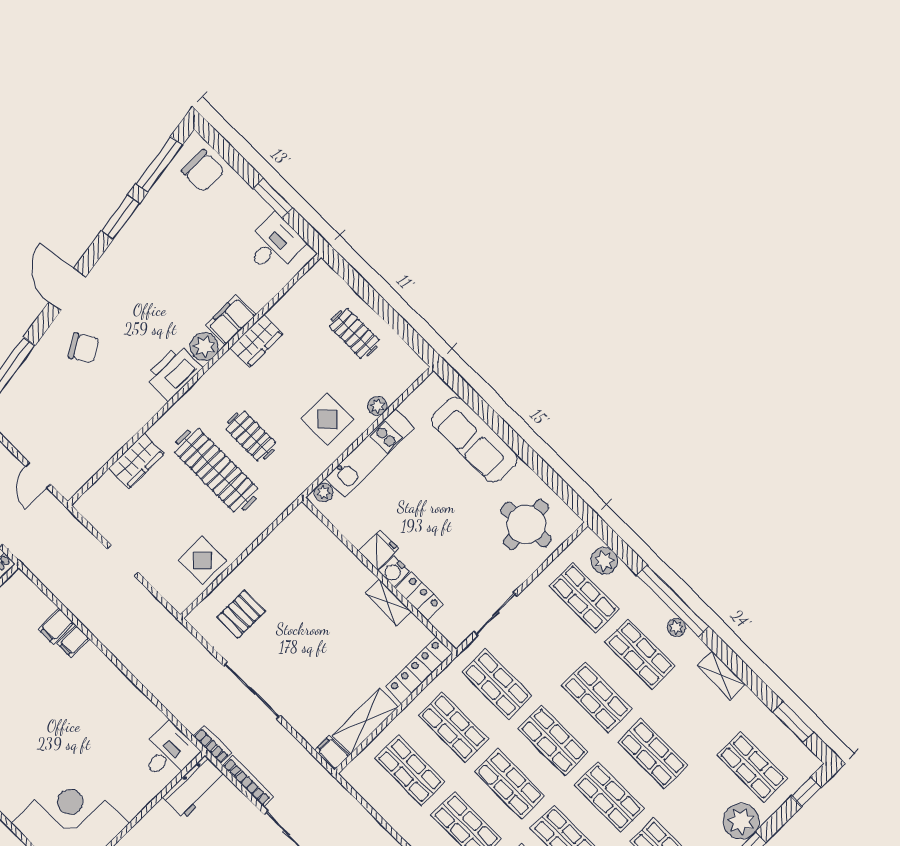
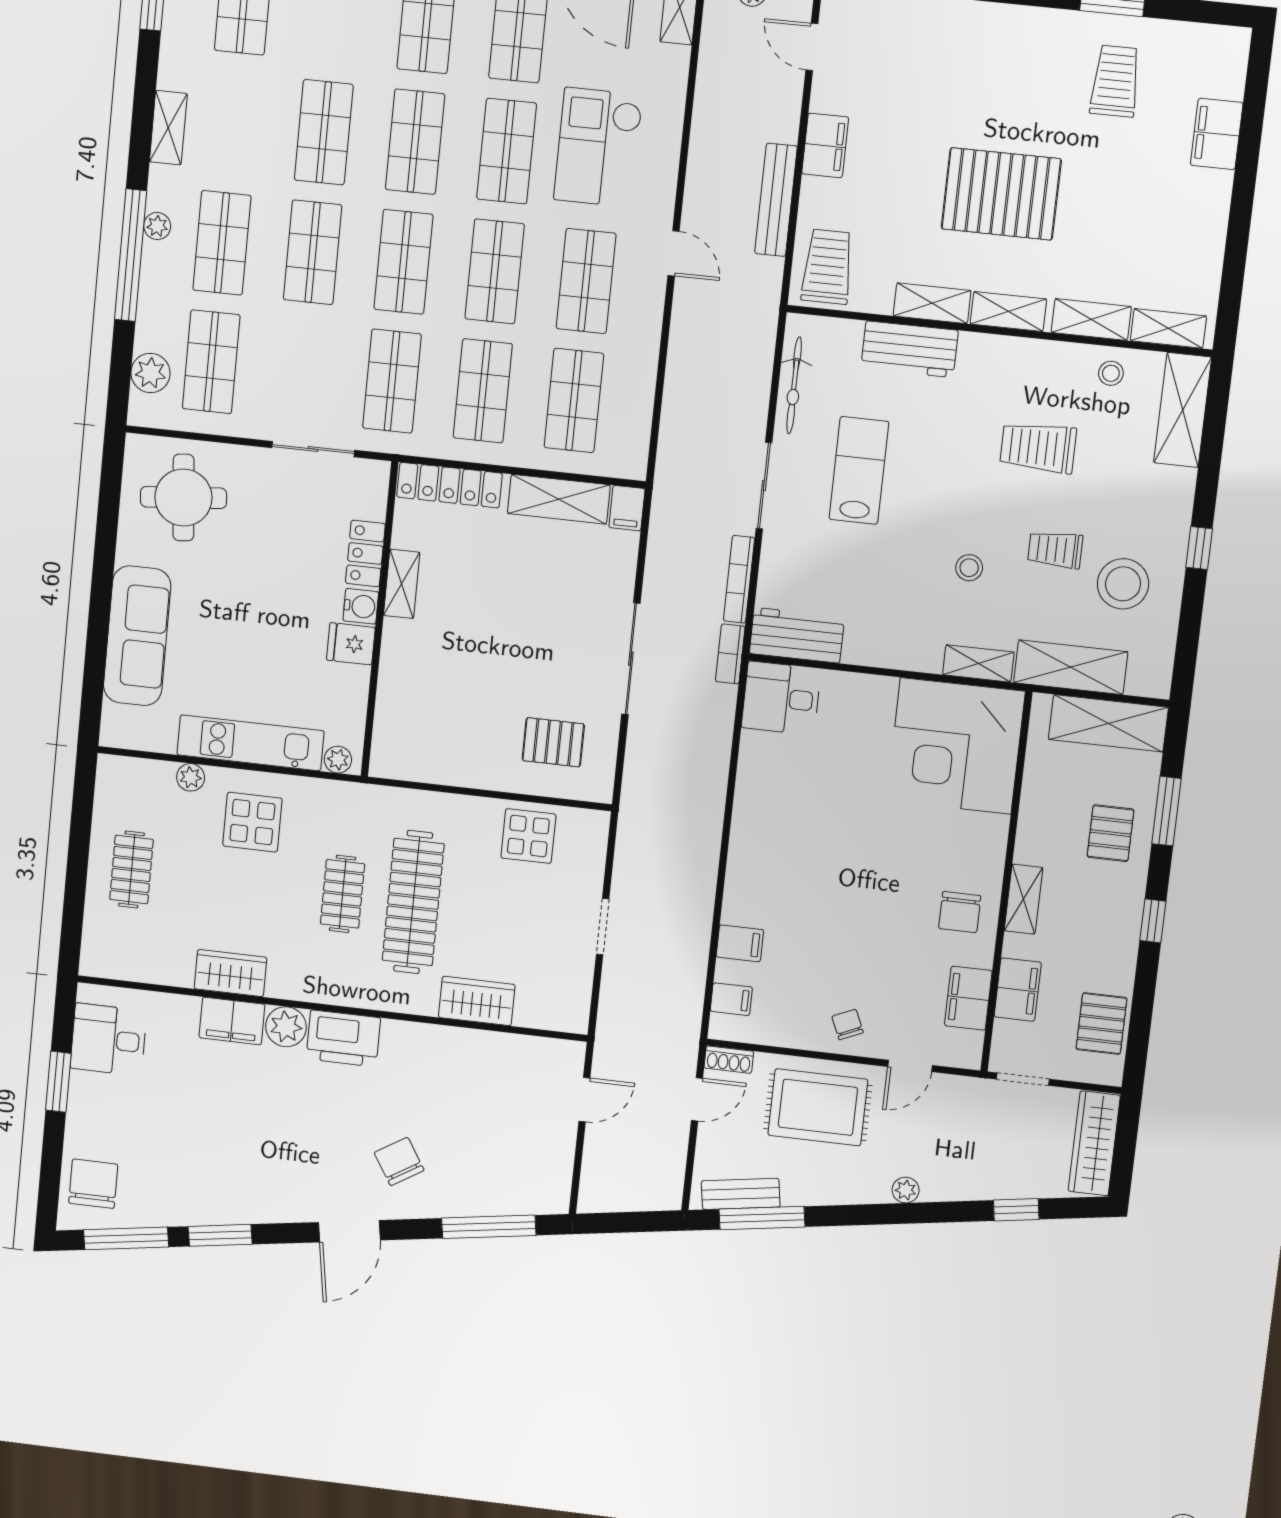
filing cabinet: (73, 641) -> (731, 999), moved

